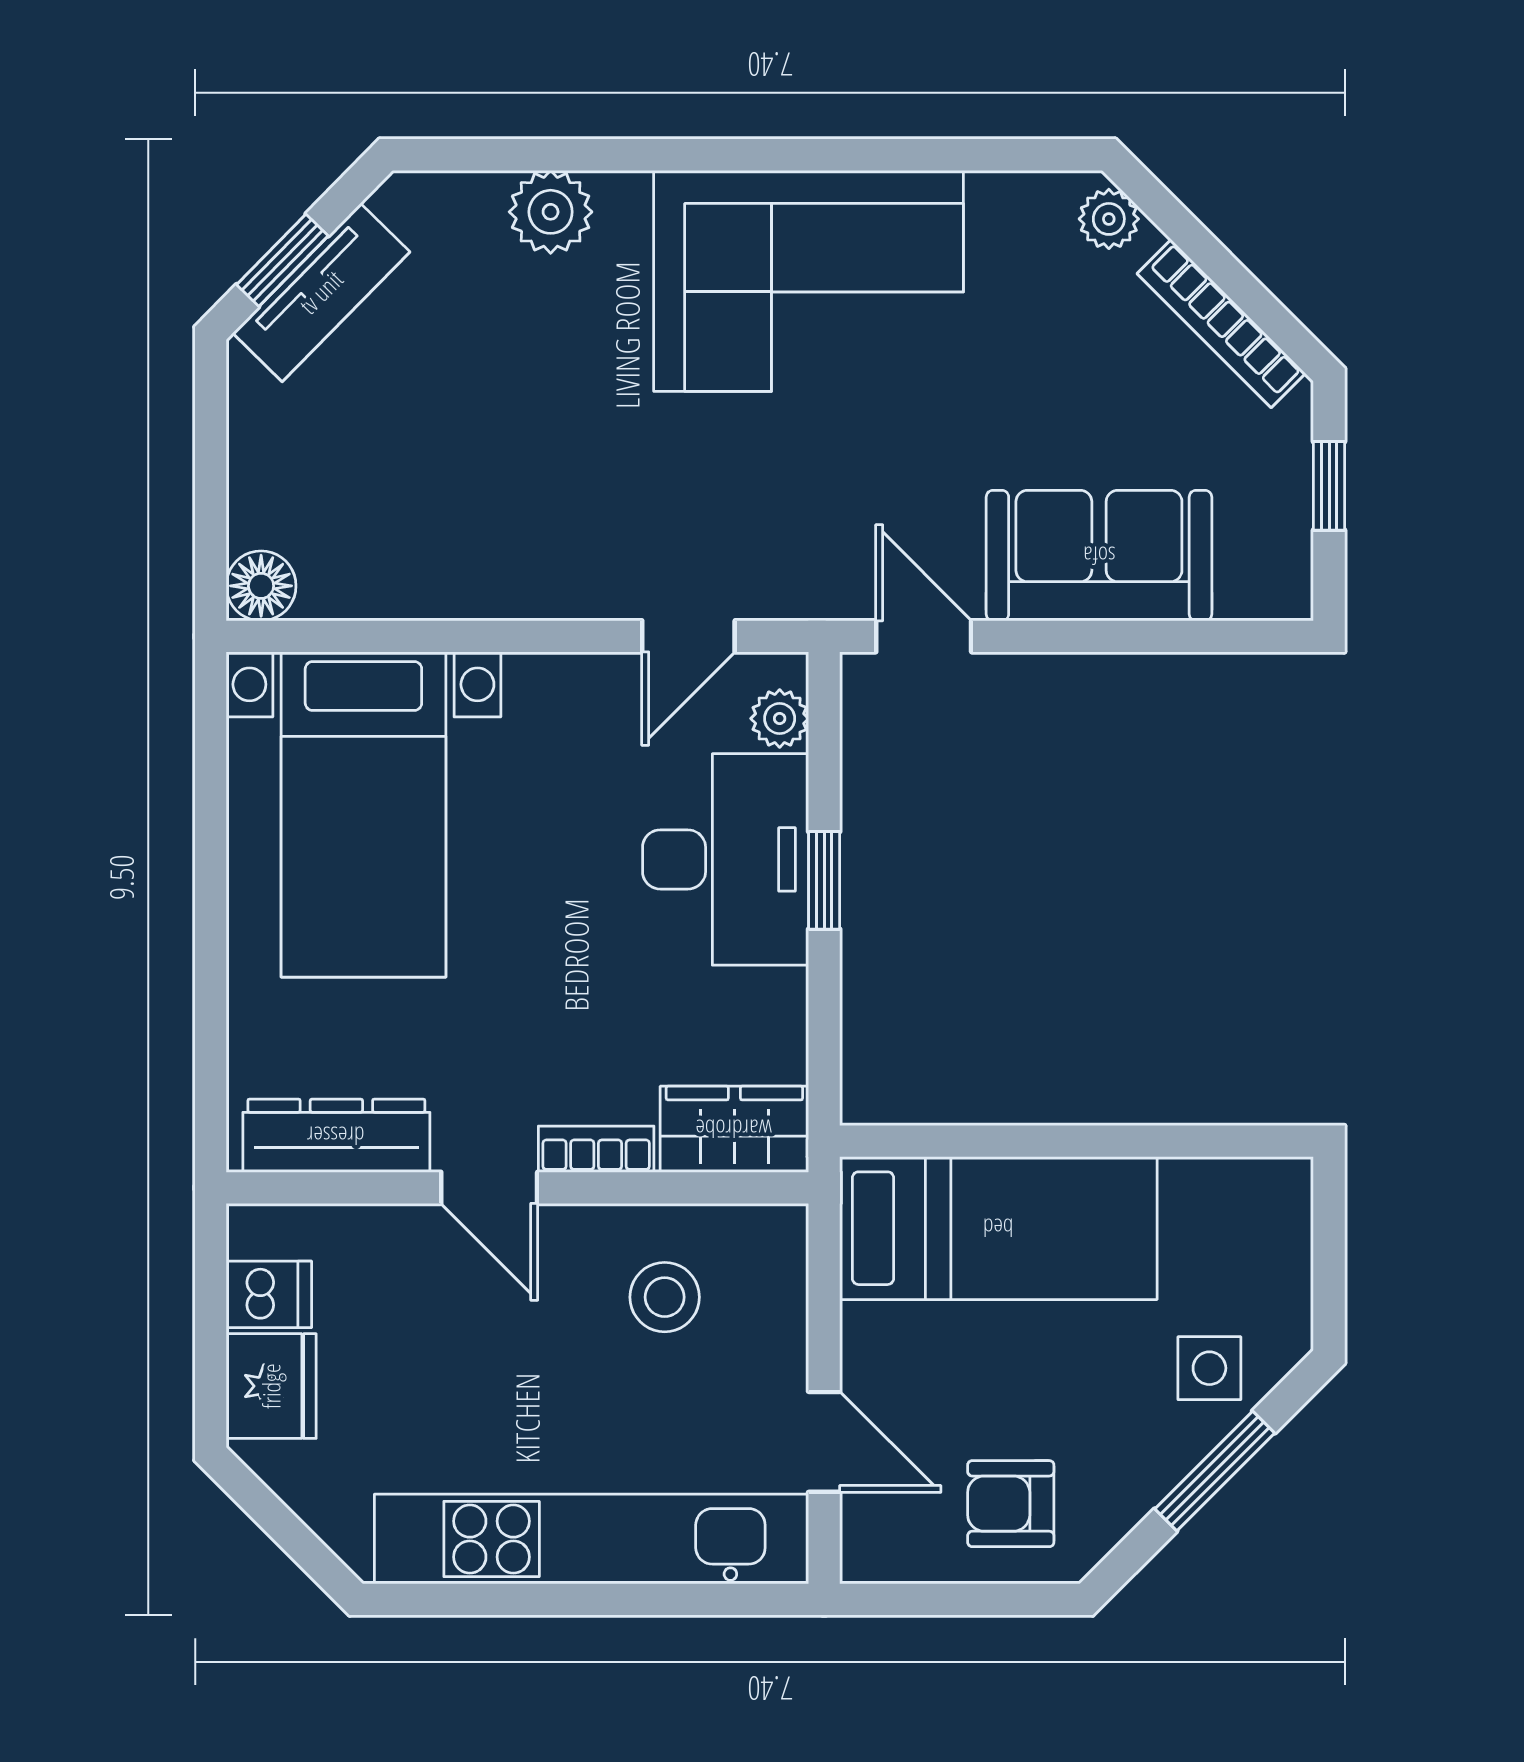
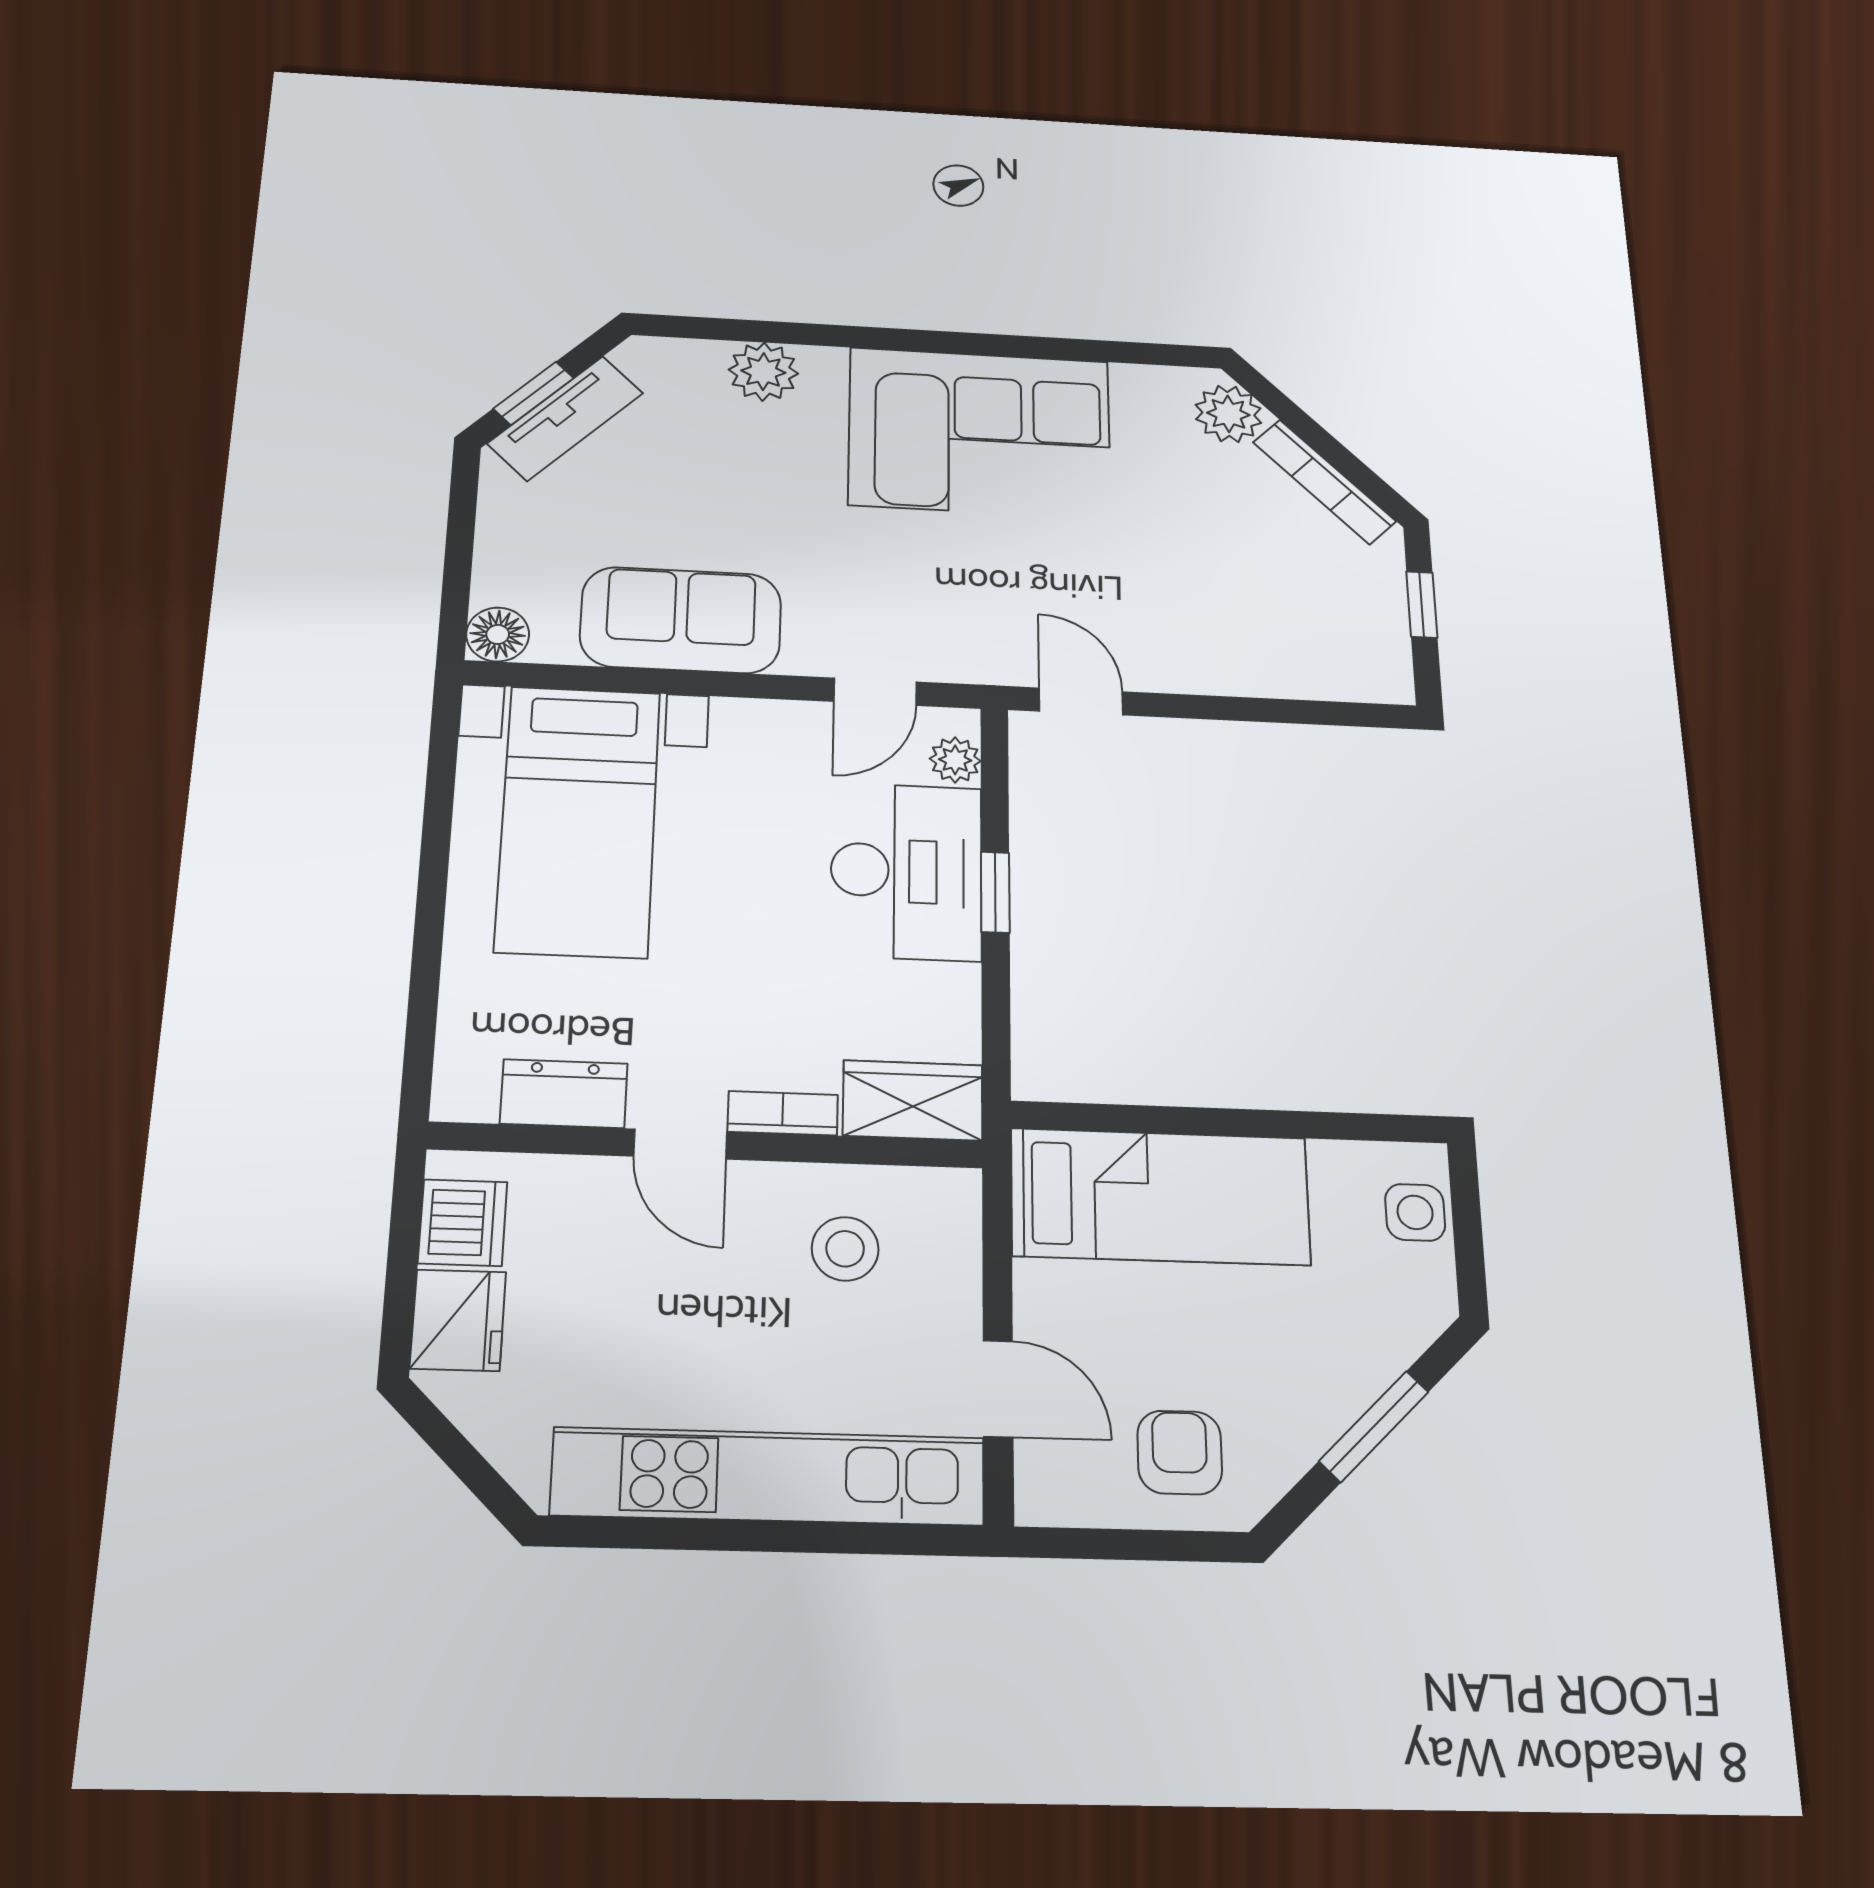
plant: (1109, 219) -> (1228, 414), width x1.38, depth x1.38
sofa: (1099, 556) -> (681, 620), moved
dresser: (336, 1136) -> (564, 1094), width x0.70
dishwasher: (269, 1294) -> (463, 1223), width x1.38
side table: (1209, 1368) -> (1415, 1212), moved
armchair: (1011, 1504) -> (1180, 1452), turned 90

